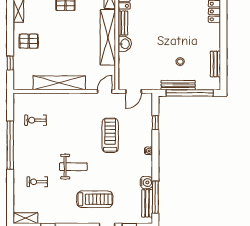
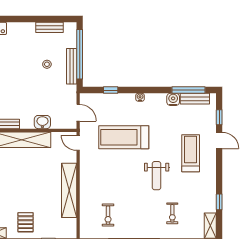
washbasin: (125, 44) -> (42, 122), moved
treadmill: (110, 135) -> (124, 137), width x1.37, depth x1.38
weight bench: (73, 167) -> (157, 176), turned 180

